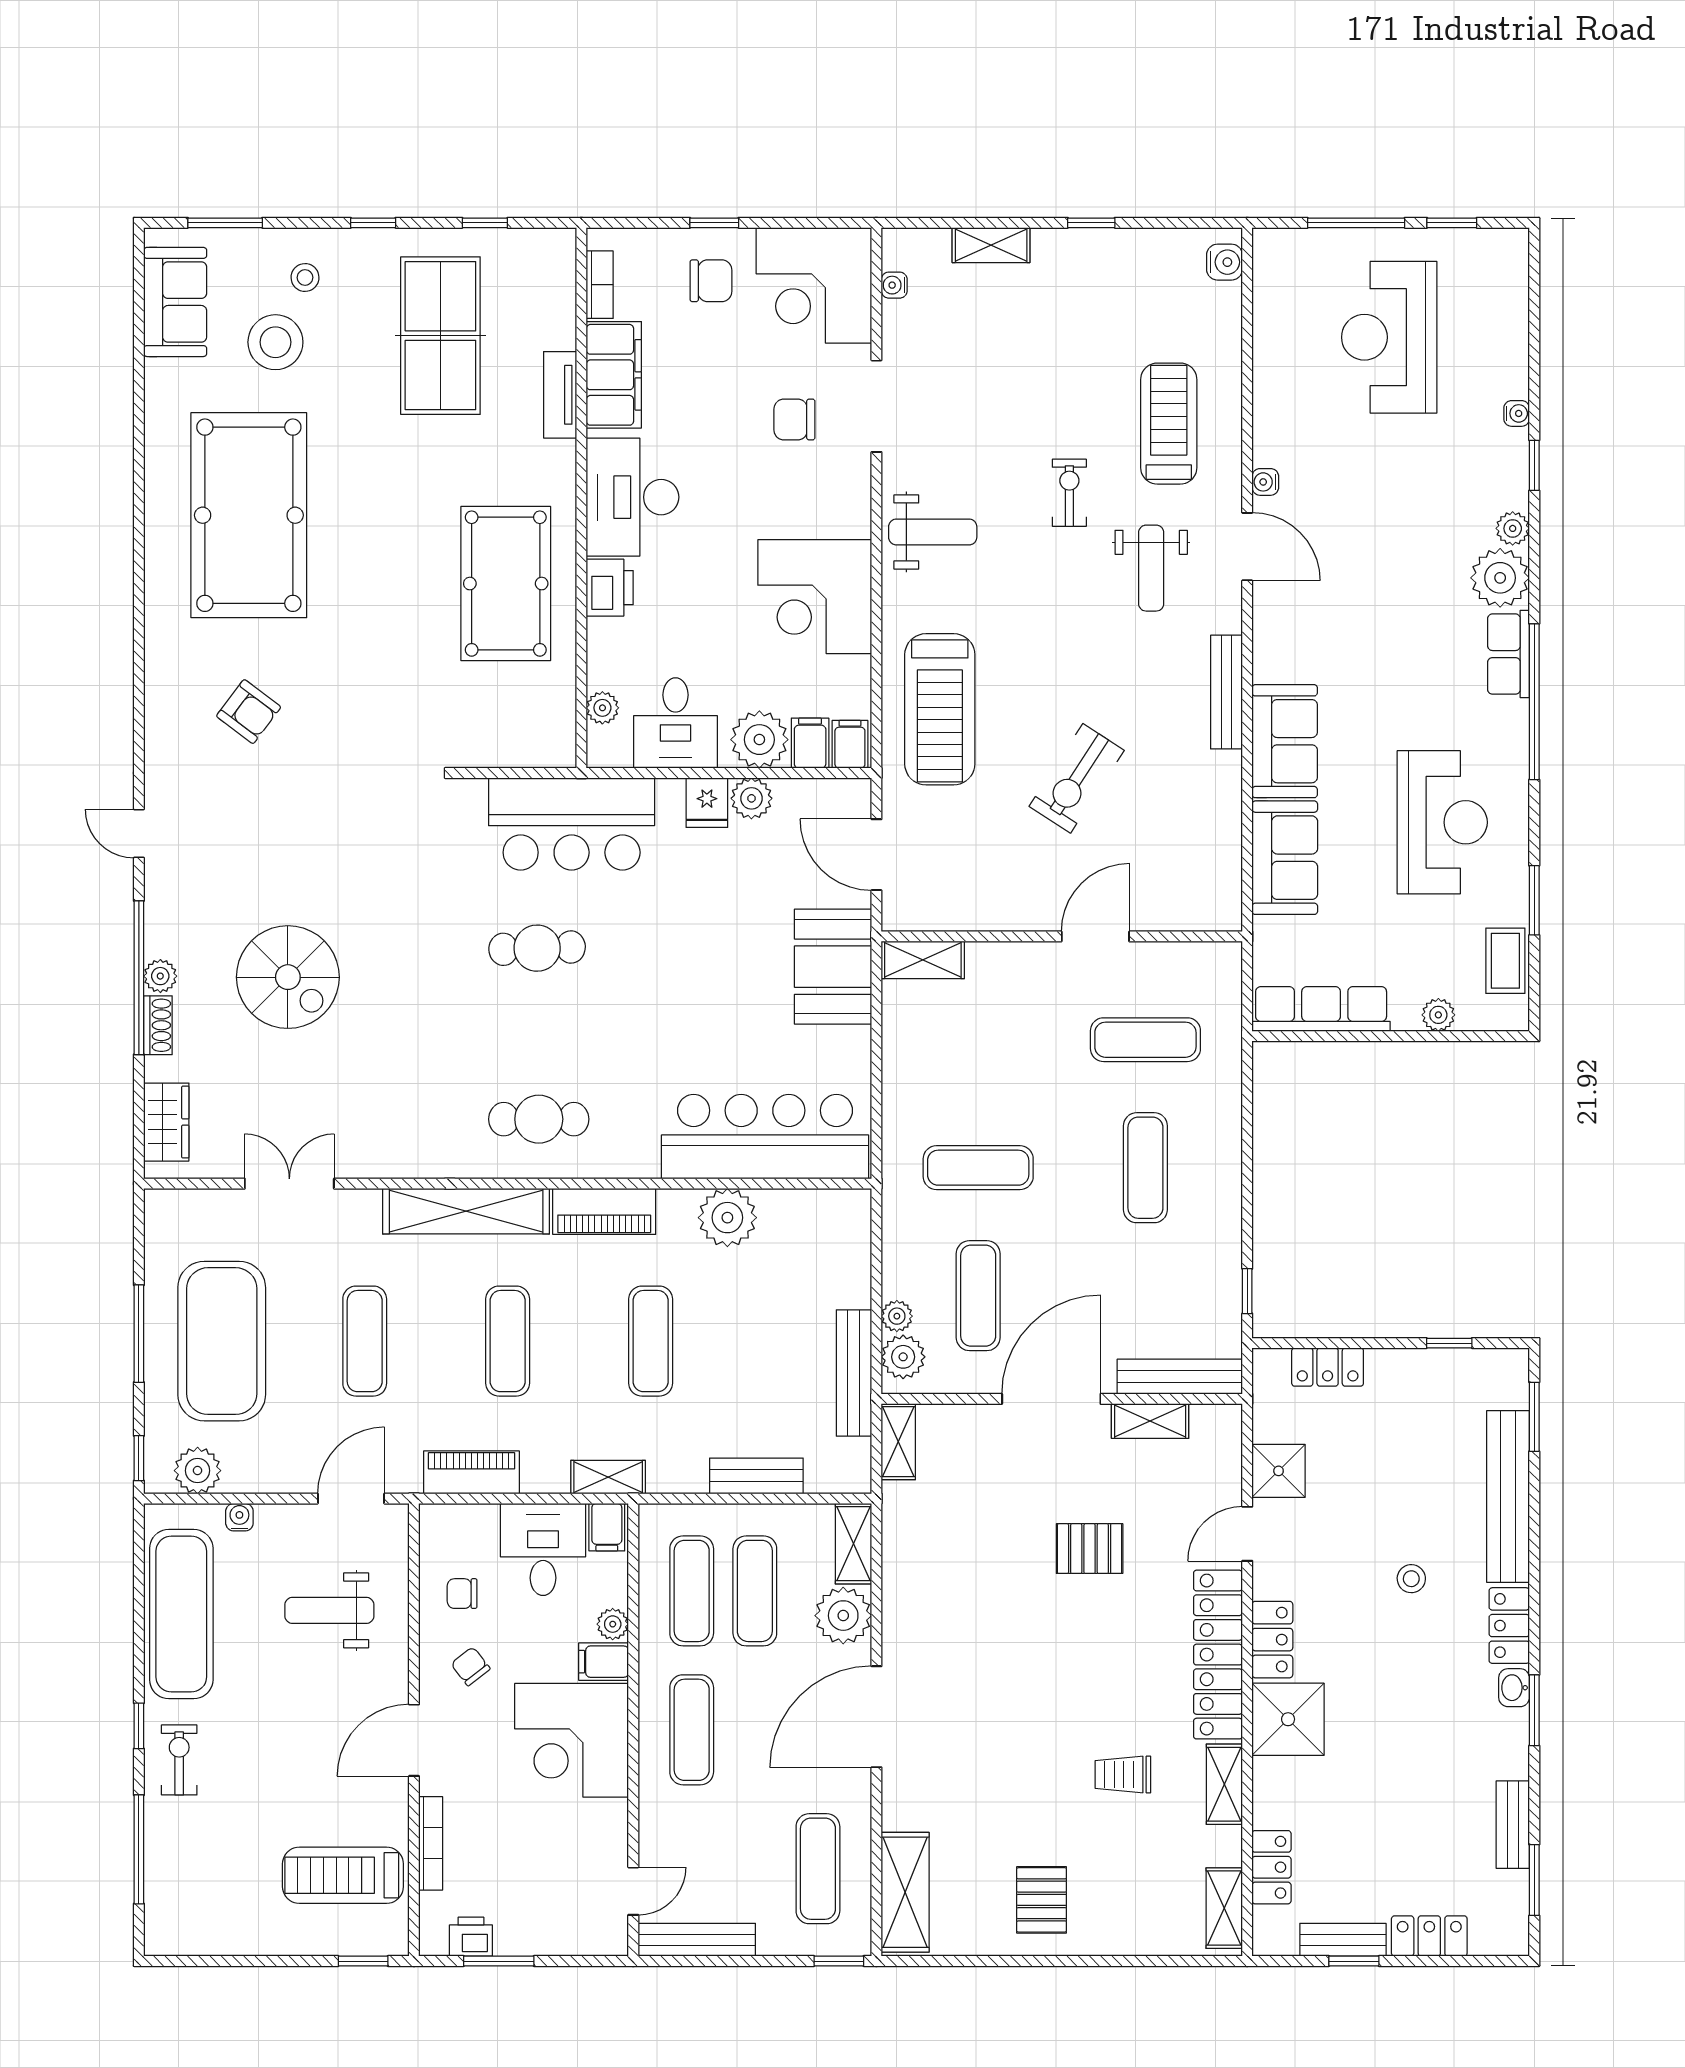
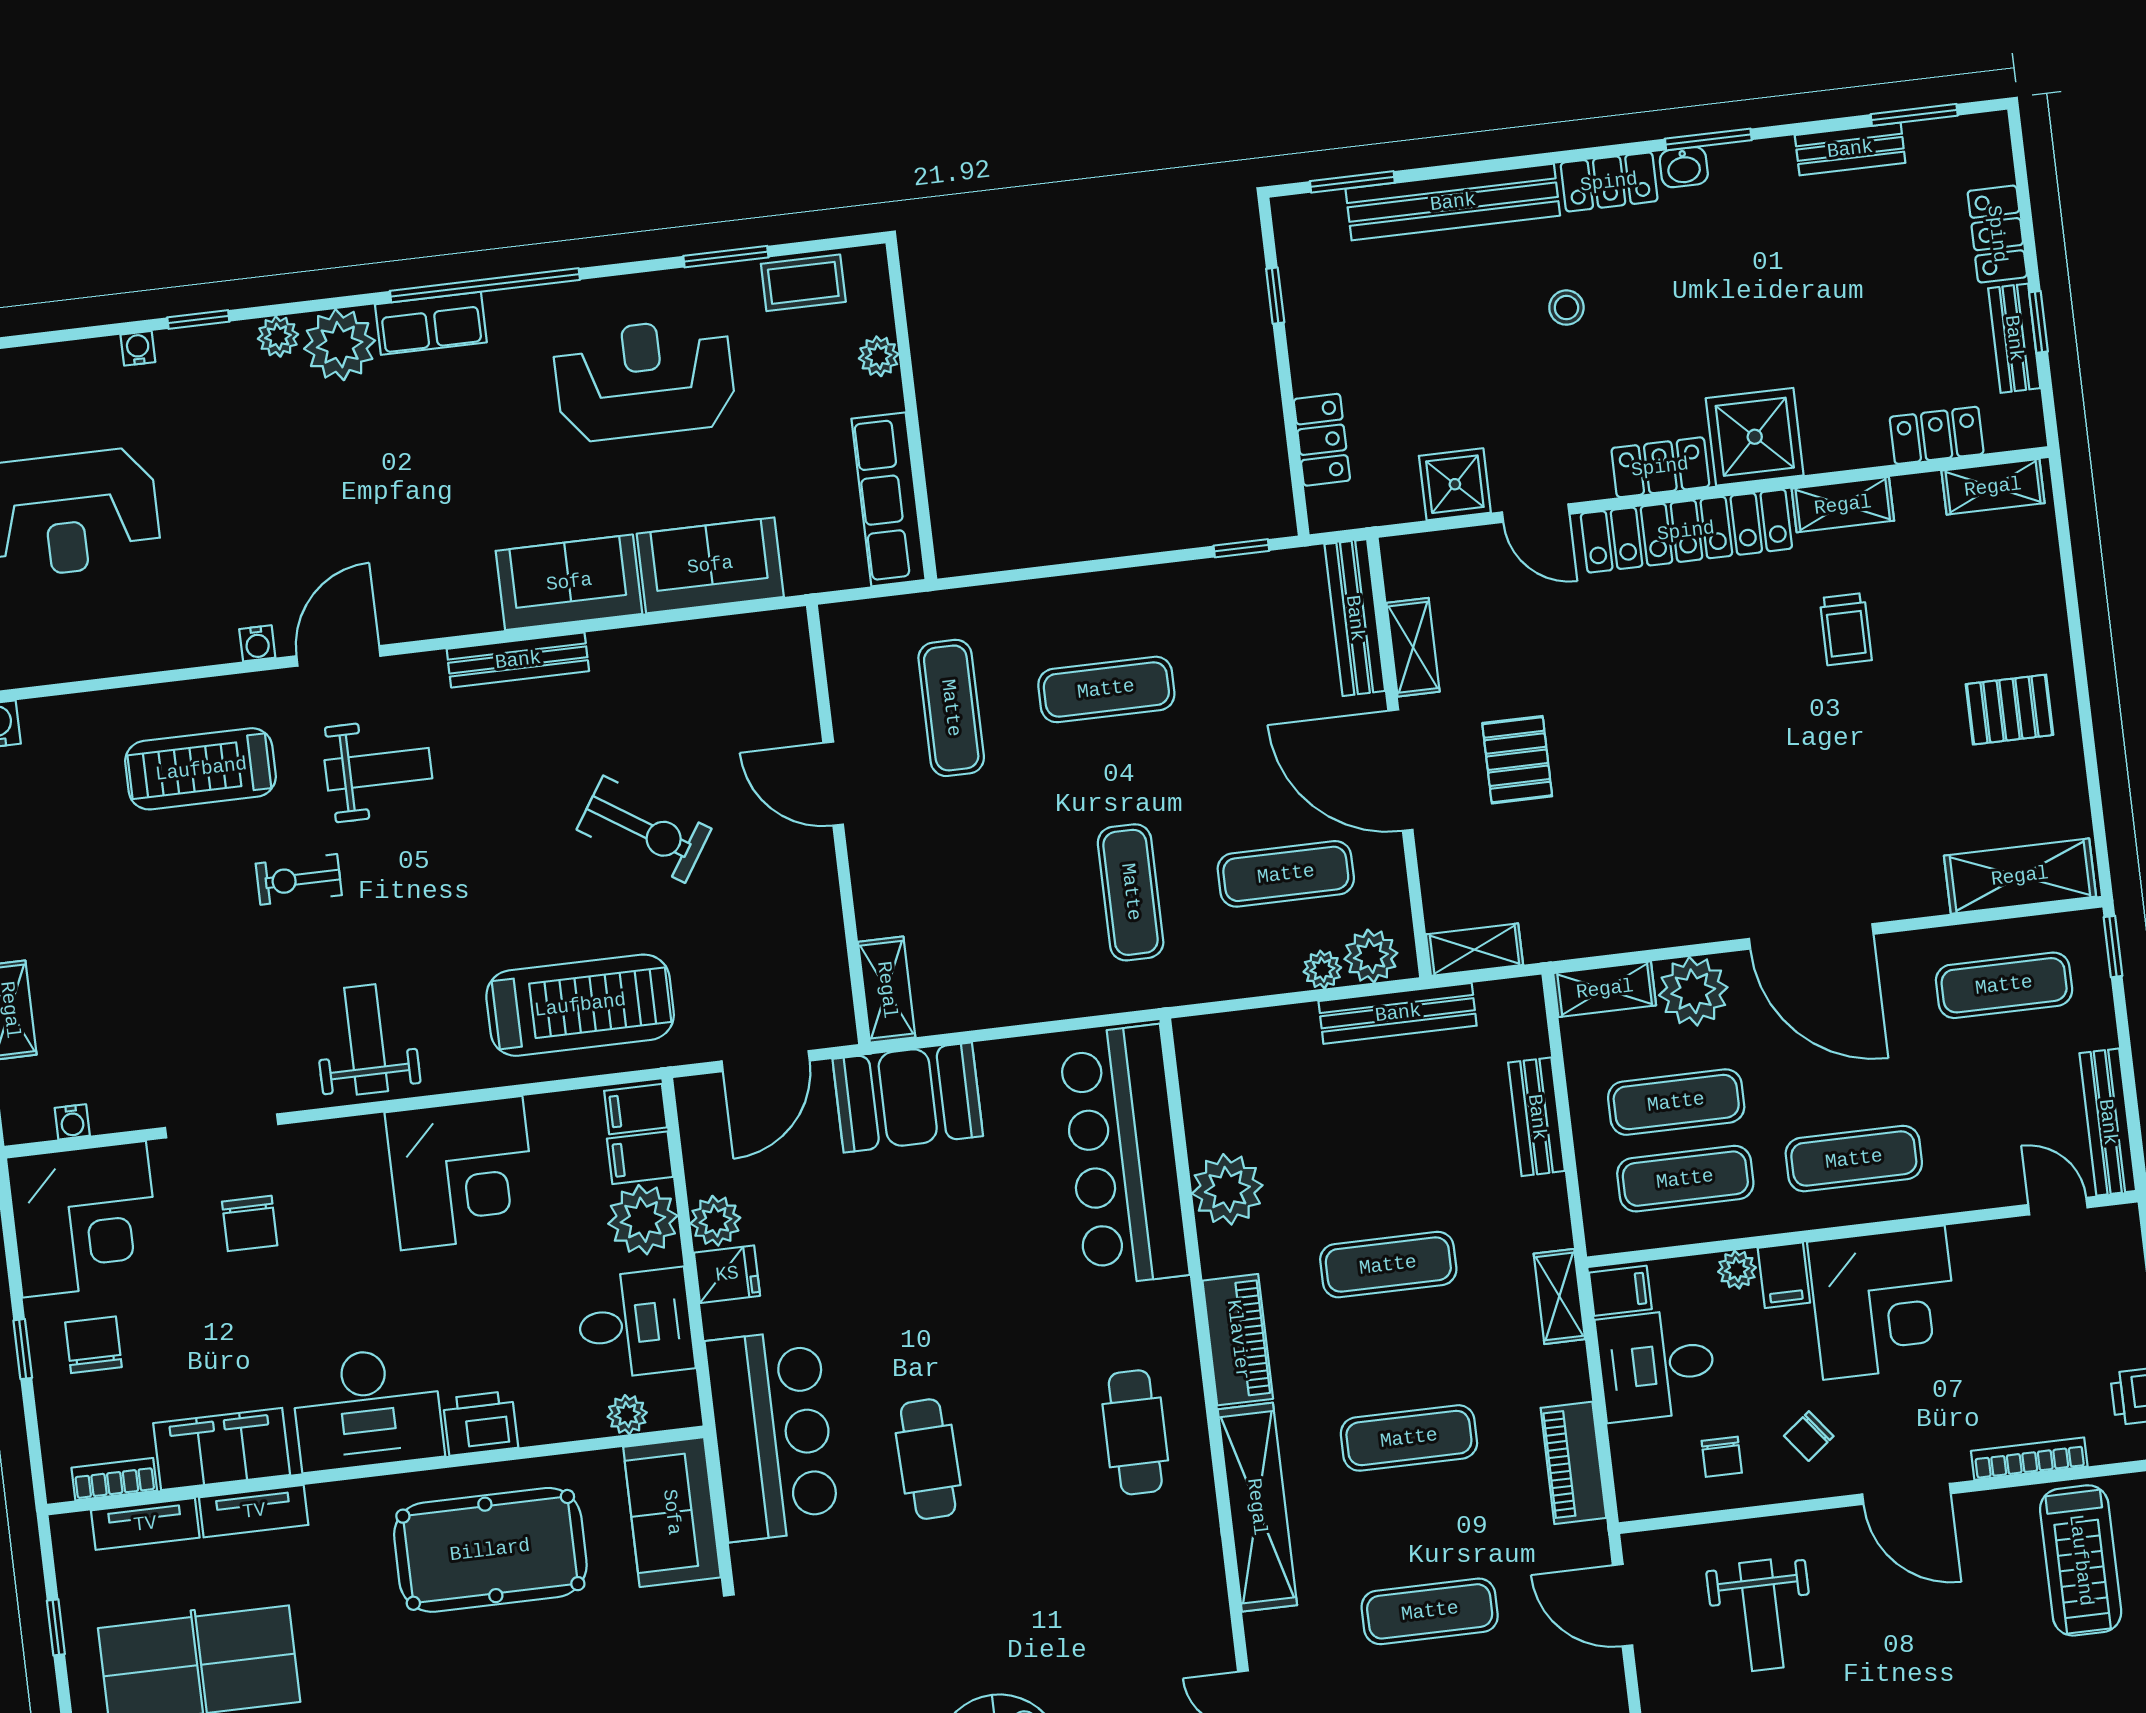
tv unit: (560, 306) -> (145, 1524), added
sofa: (519, 735) -> (672, 1512), added
pallet: (1090, 1549) -> (1517, 760), moved

